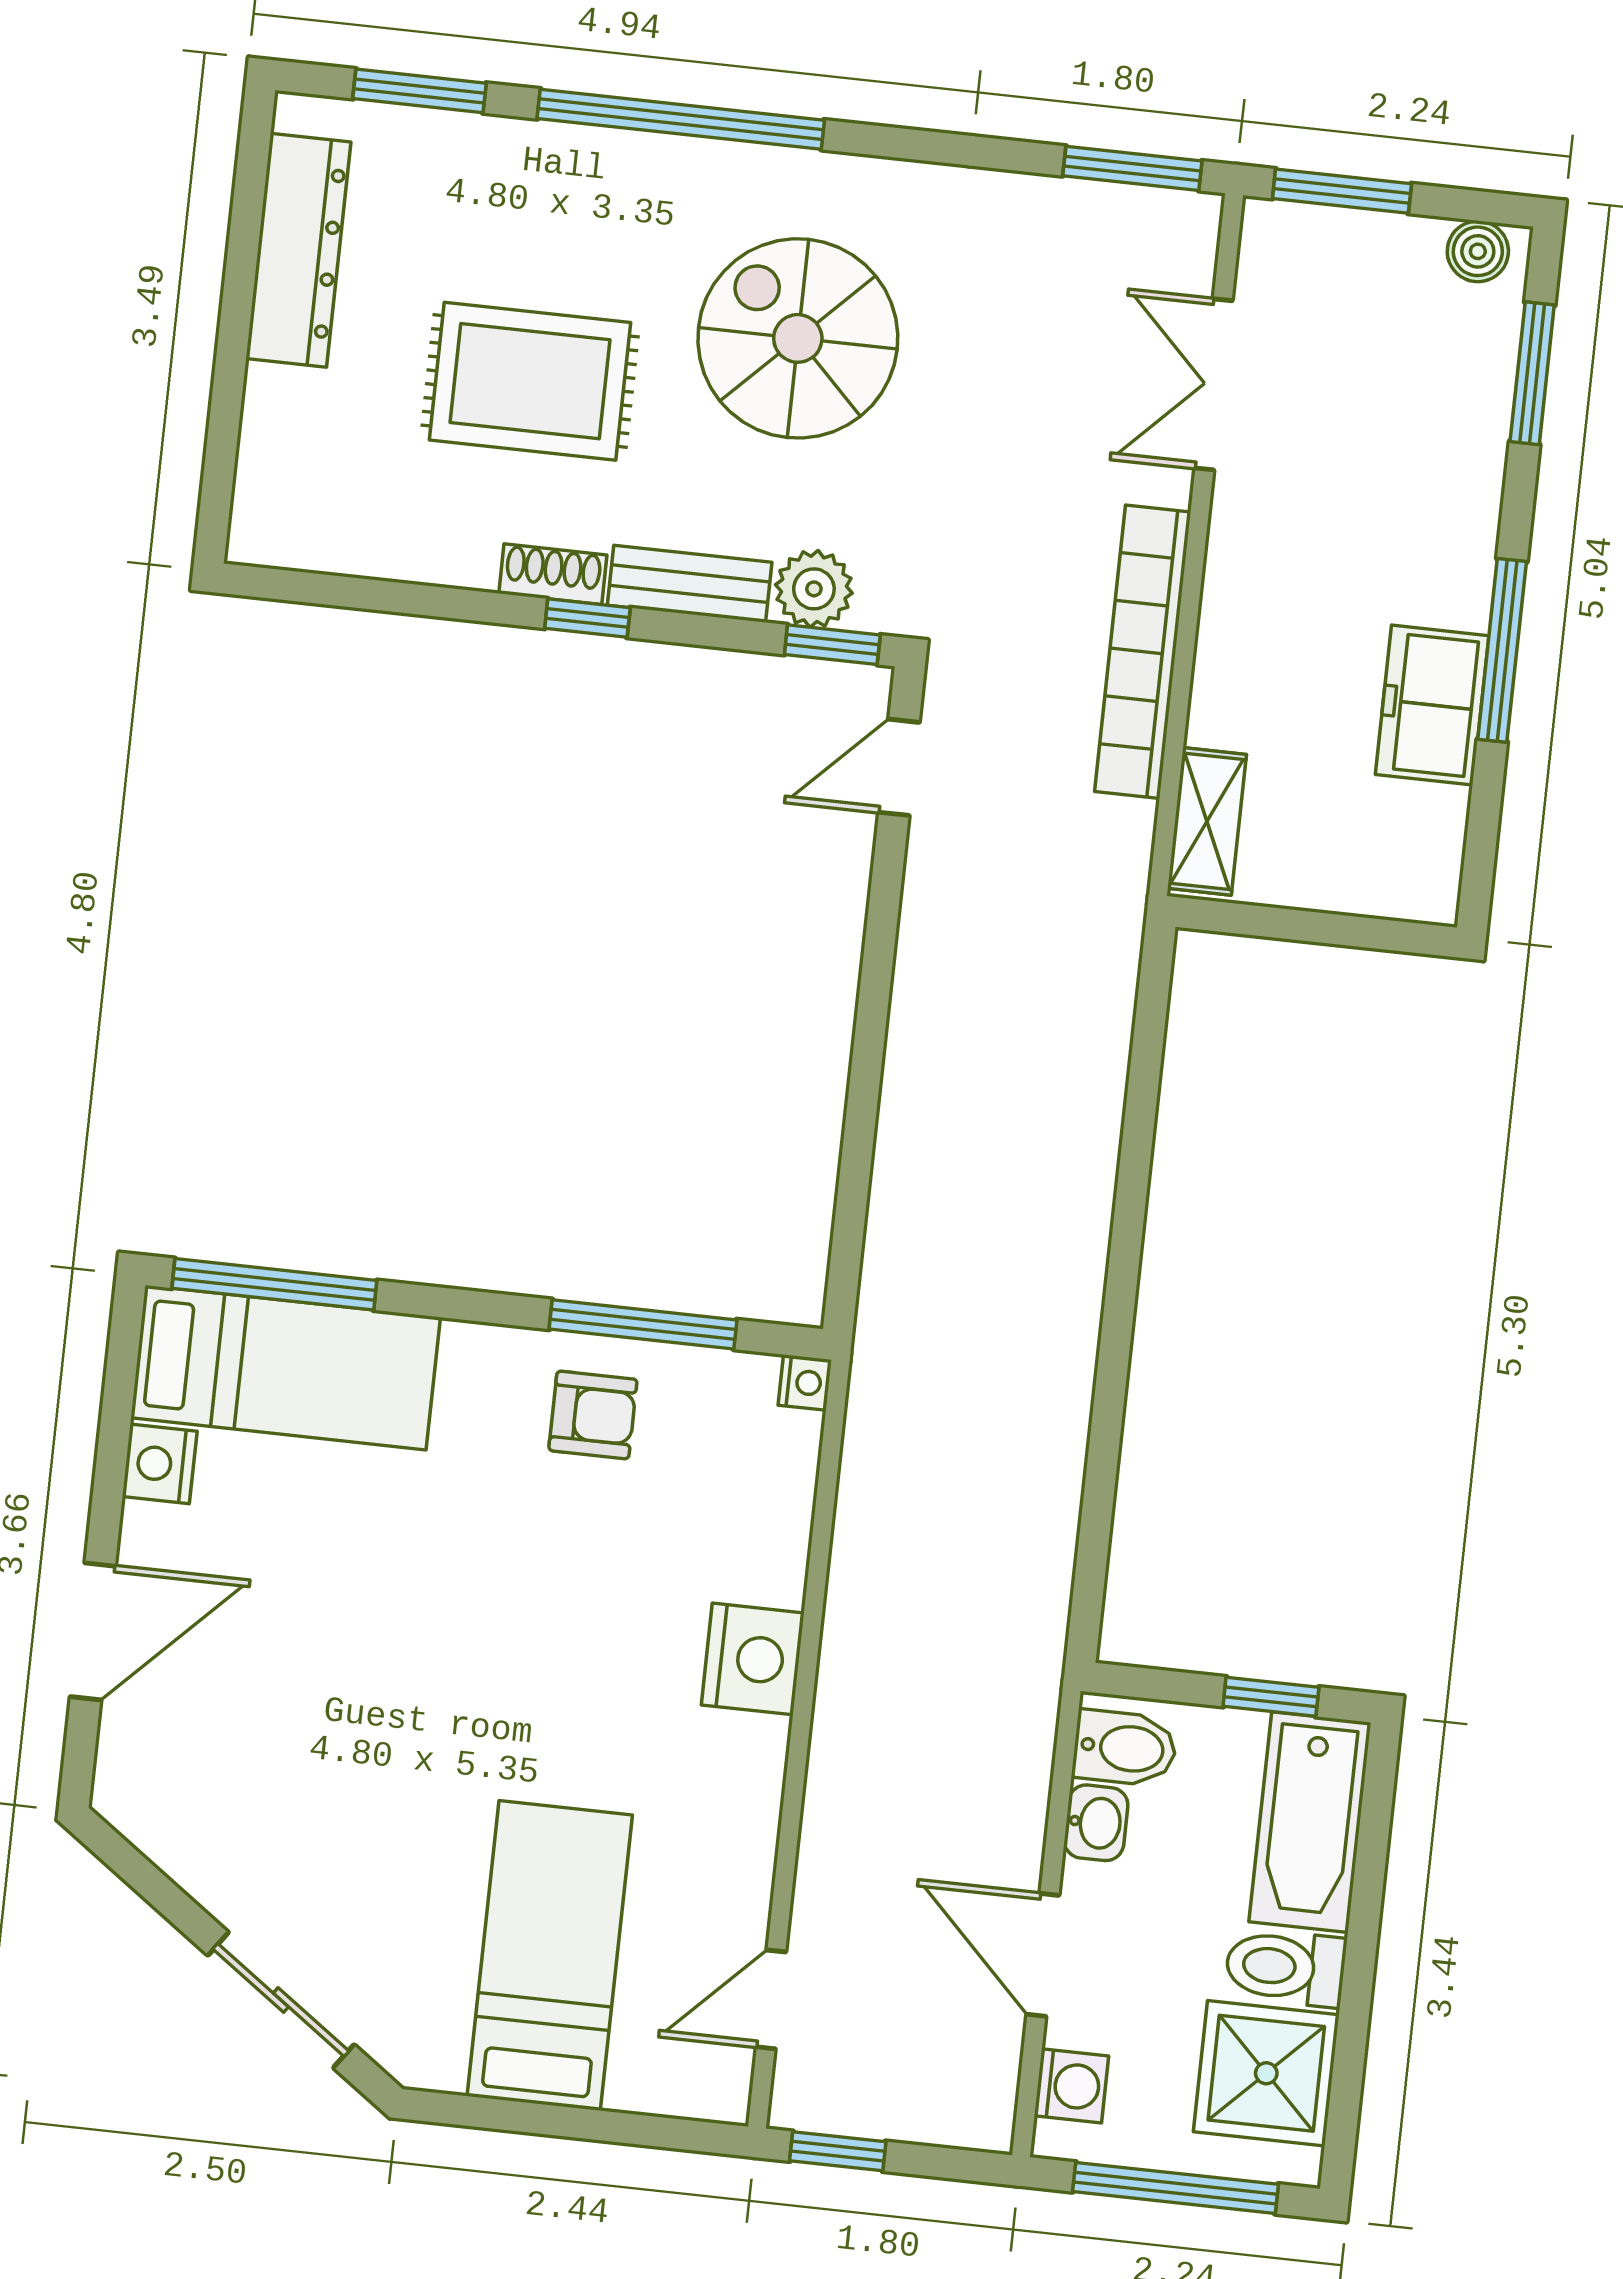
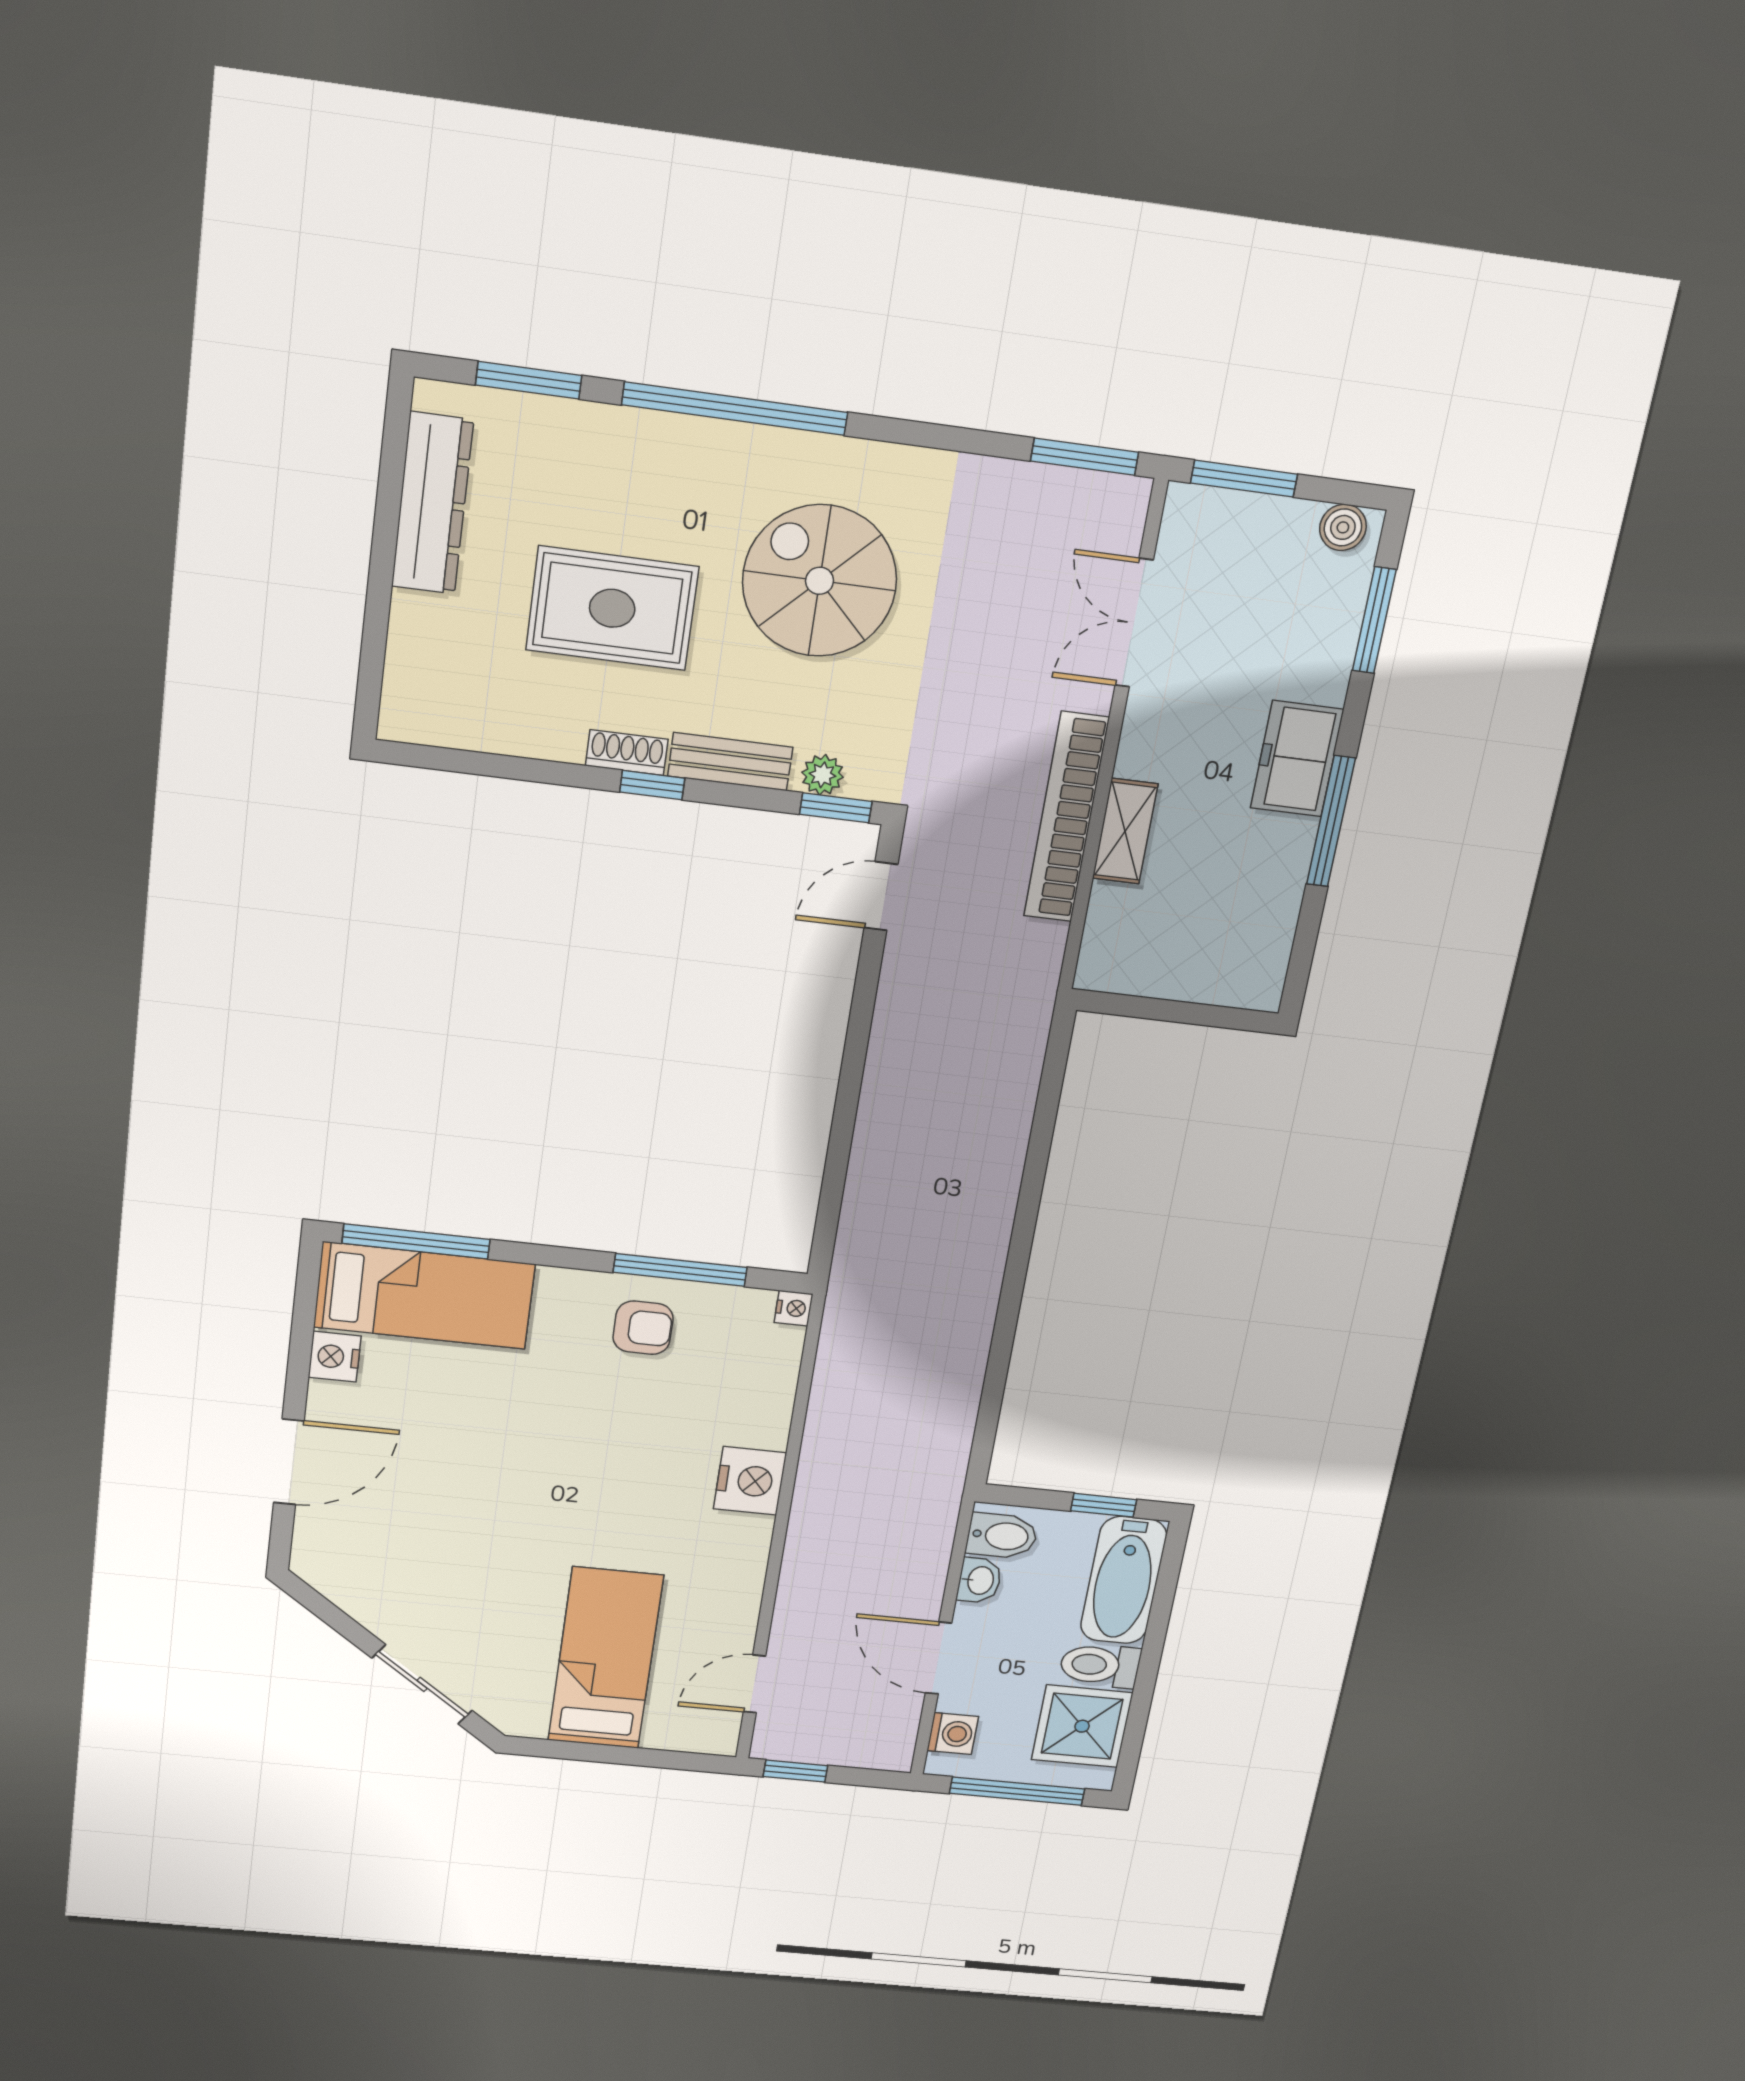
plant: (814, 589) -> (823, 775), width x0.73, depth x0.73
freezer: (1432, 705) -> (1297, 759), moved
shelving: (1207, 821) -> (1125, 831), moved

